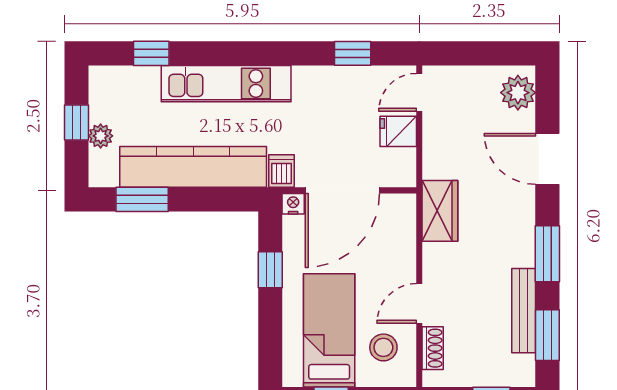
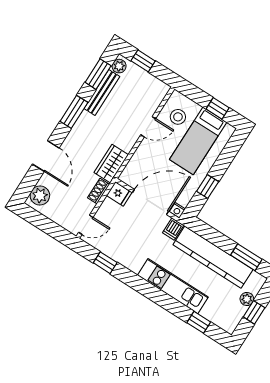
fridge: (398, 131) -> (119, 194), moved
shoe rack: (433, 348) -> (99, 191), moved
plant: (523, 368) -> (119, 66), added

